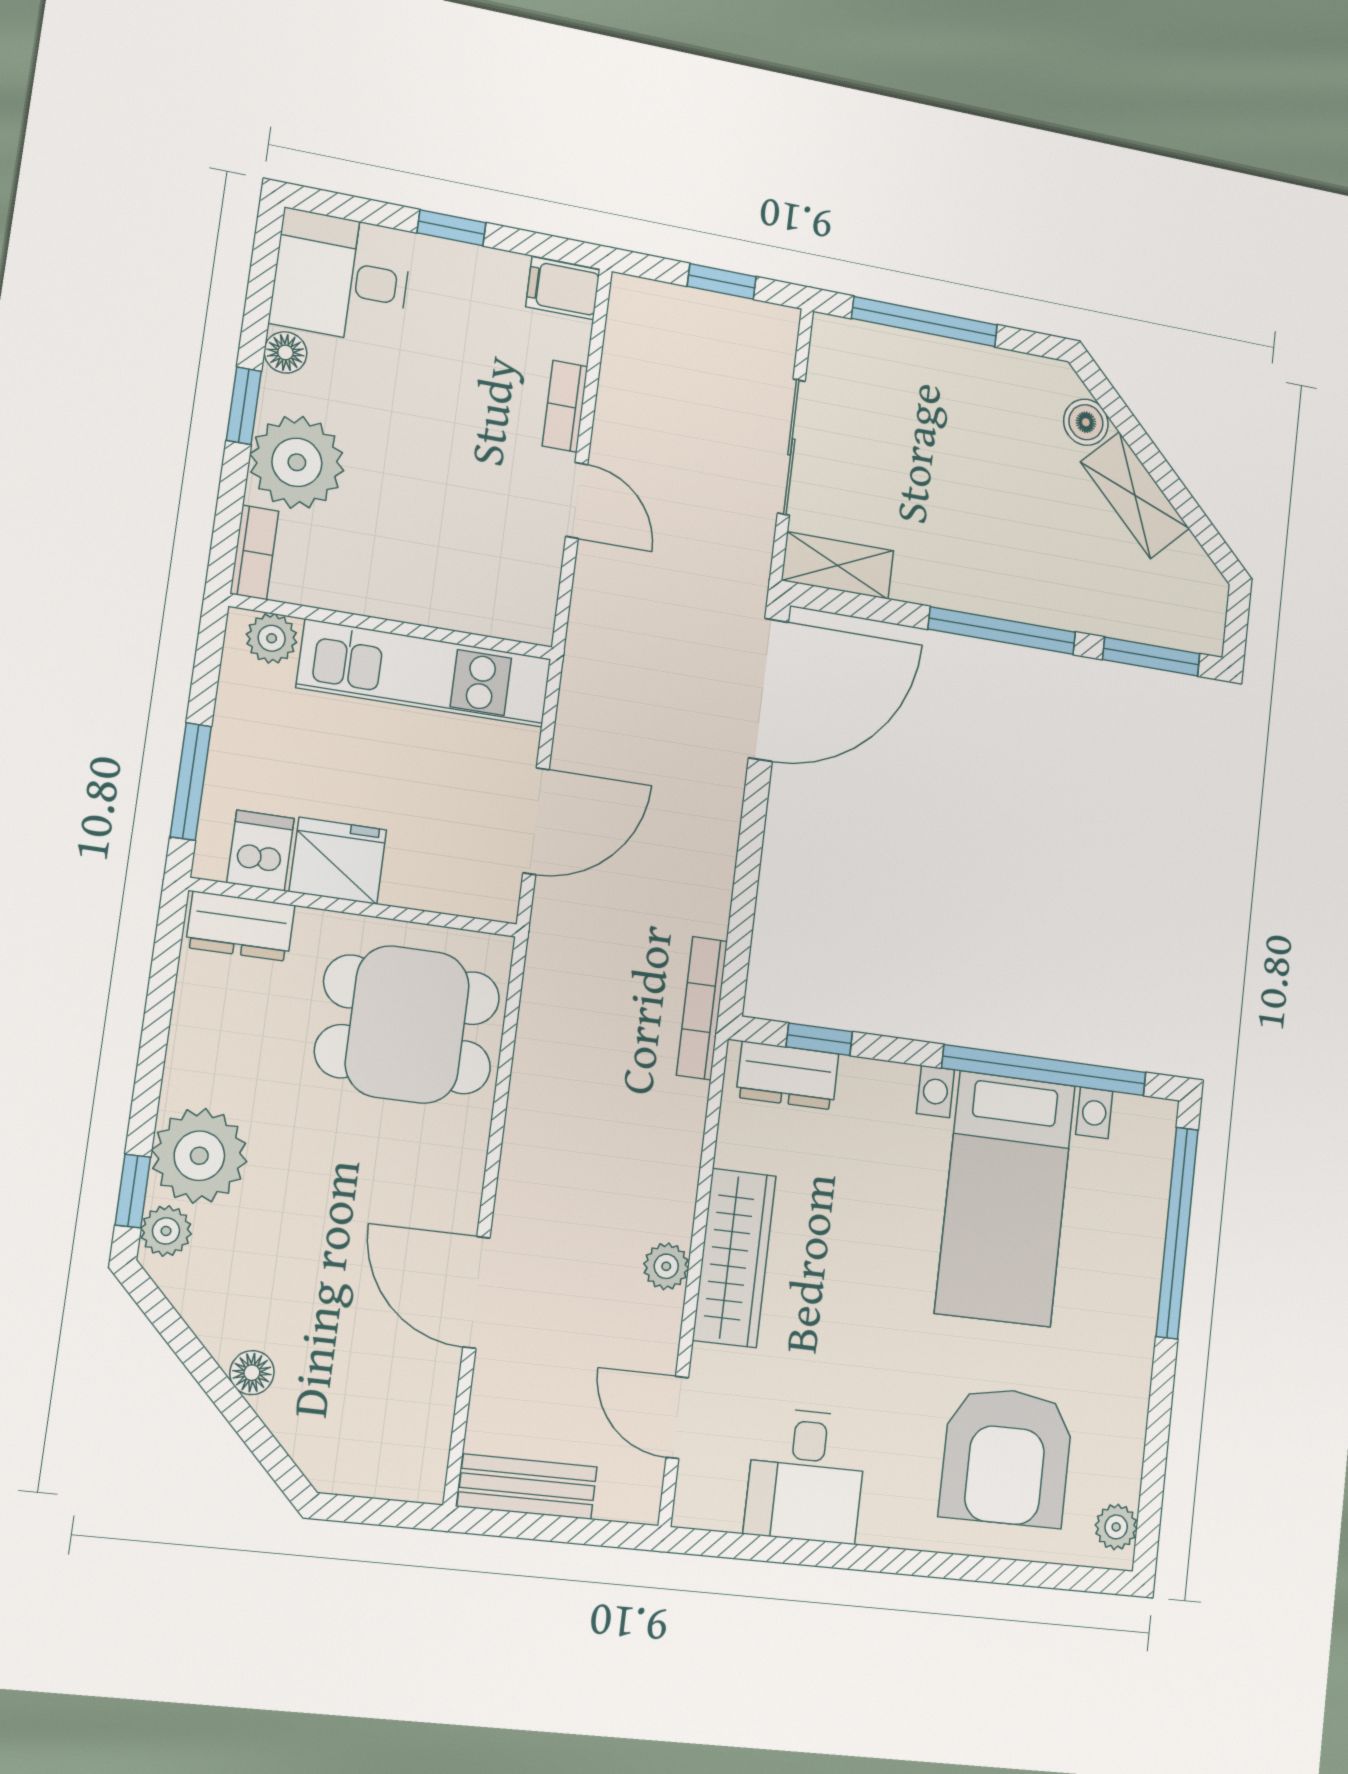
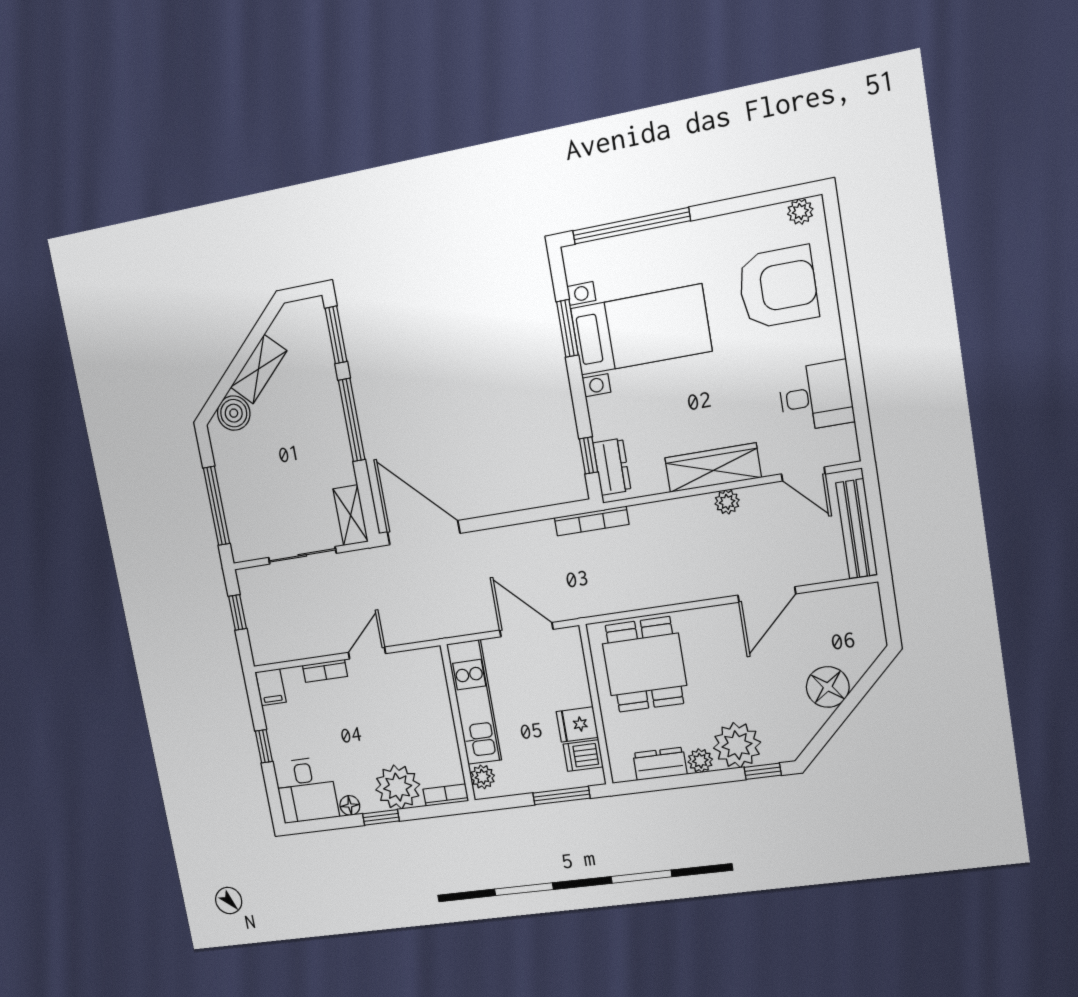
boiler: (1086, 422) -> (234, 413), width x1.36, depth x1.36
fridge: (338, 861) -> (577, 724), width x0.72
dresser: (240, 926) -> (660, 764), moved, turned -90
window: (1044, 1070) -> (567, 328), width x0.47
plant: (166, 1231) -> (700, 761), moved
floor lamp: (252, 1373) -> (828, 687), width x1.89, depth x1.89
door: (677, 1418) -> (803, 474), hinge flipped
bench: (527, 1487) -> (857, 529), width x1.36

